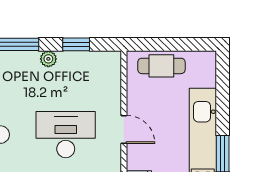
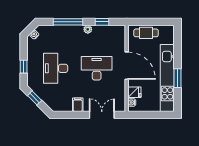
door: (124, 129) -> (127, 66), width x1.88

